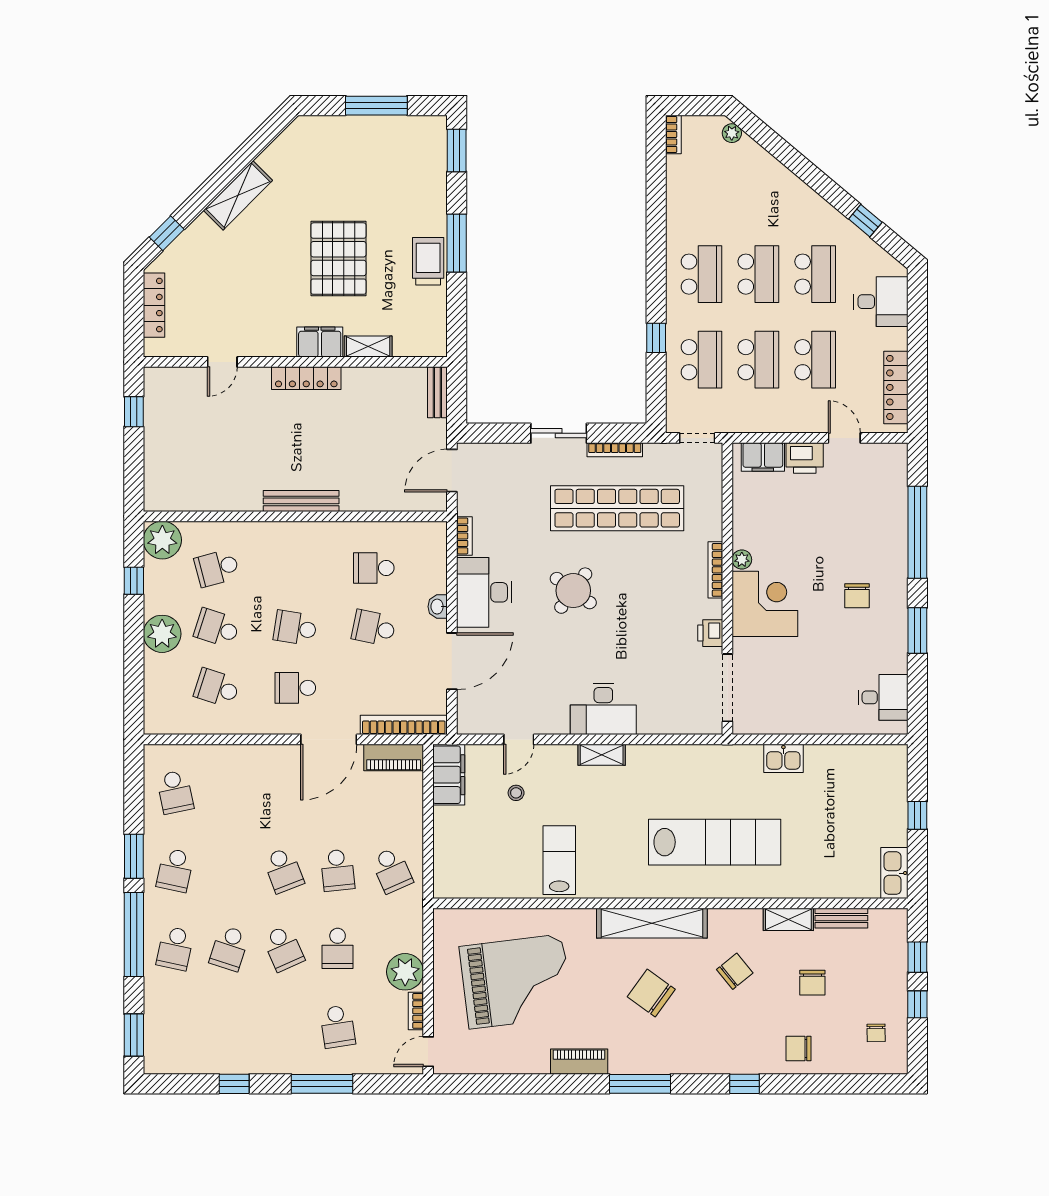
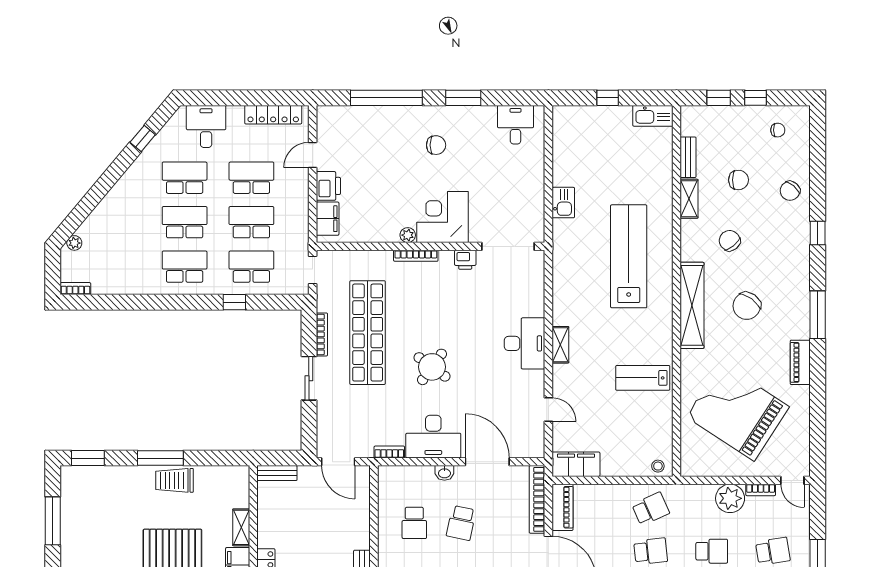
stool: (516, 793) -> (658, 466), moved
grand piano: (516, 981) -> (738, 412), turned -50
chair: (798, 1048) -> (790, 191), turned 41

